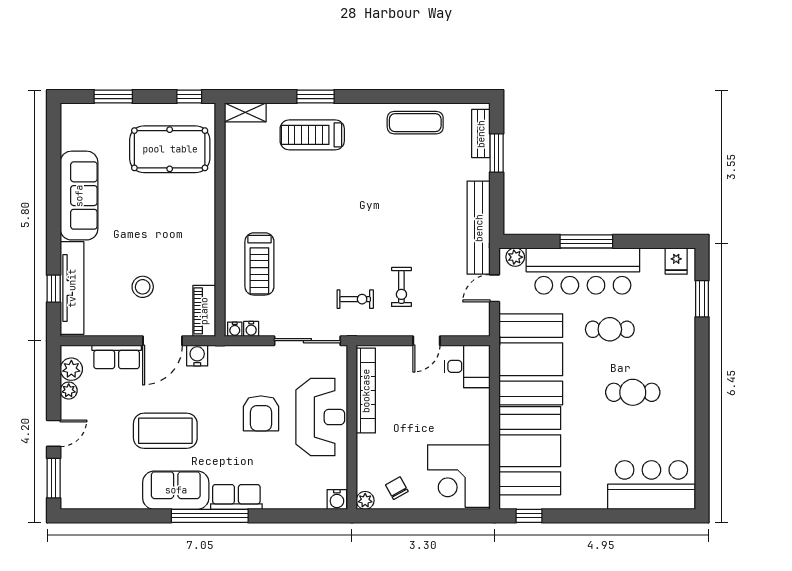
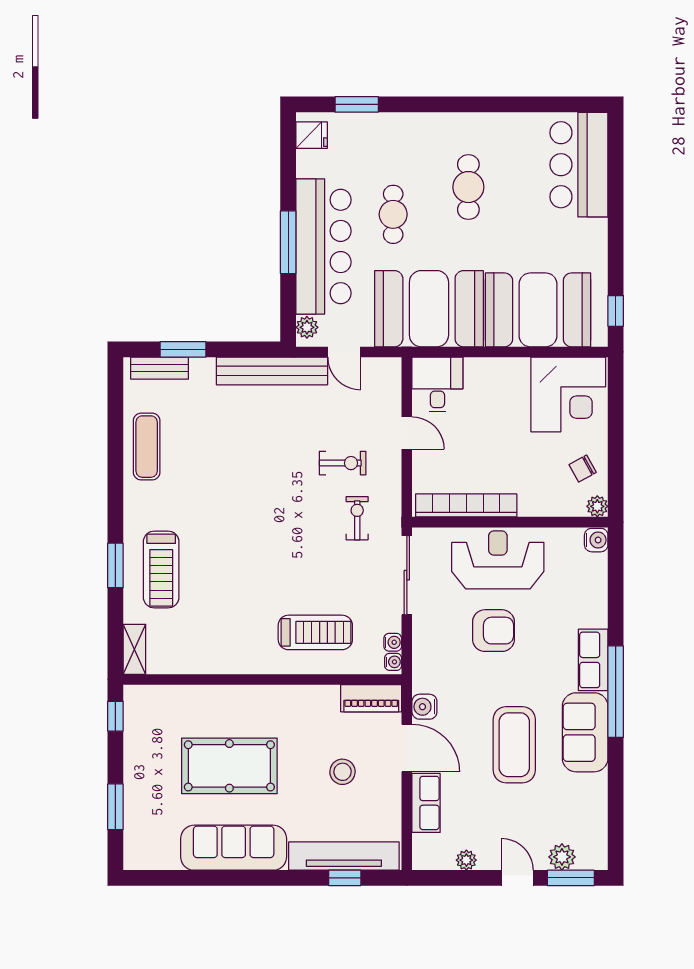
pool table: (170, 149) -> (229, 766), moved, turned 90
plant: (71, 369) -> (562, 857), moved

